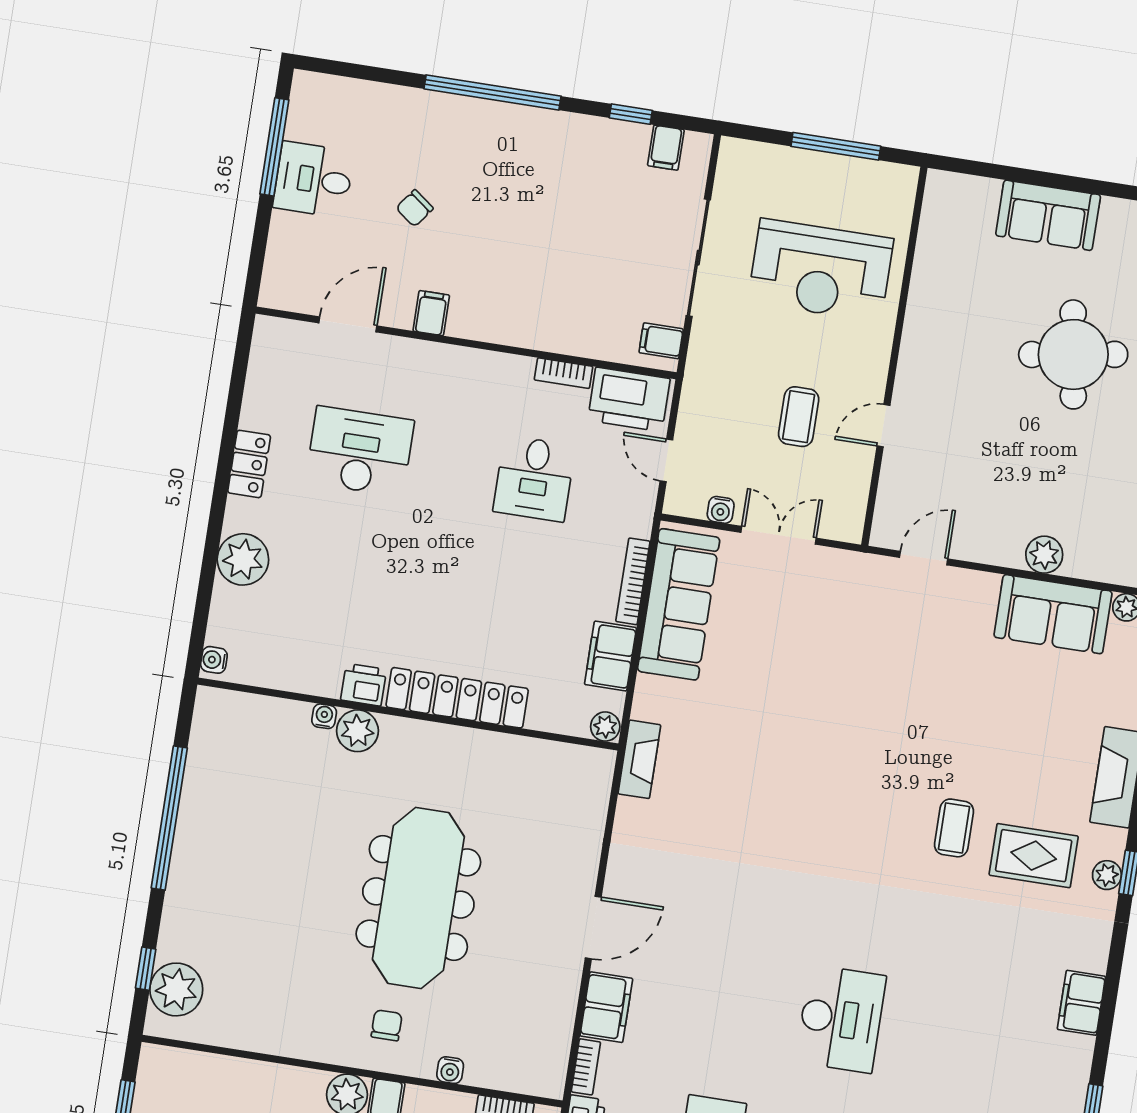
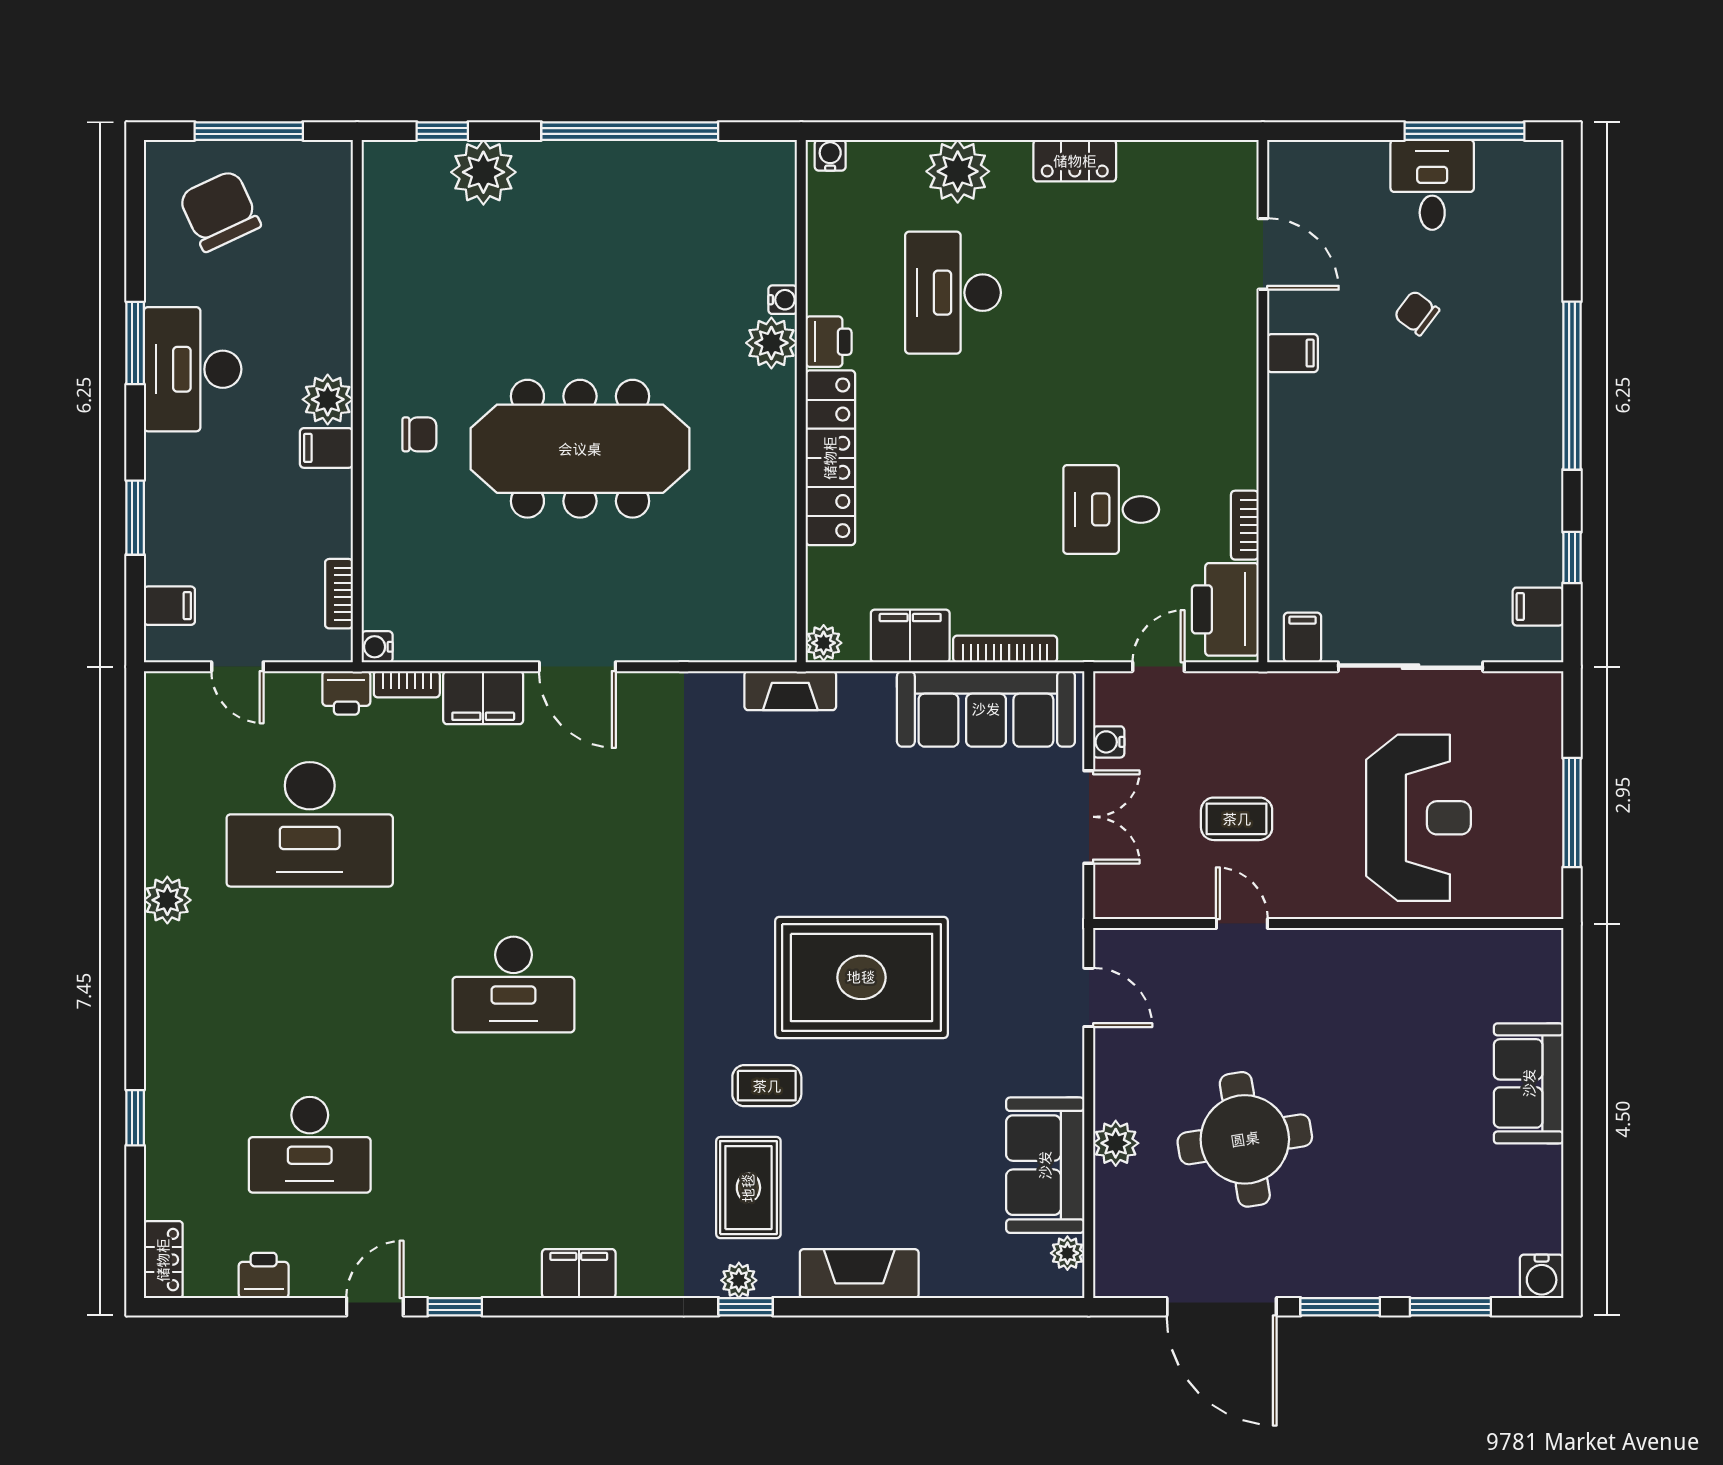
reception desk: (821, 270) -> (1419, 818), turned 180
round table: (1073, 354) -> (1245, 1139), moved
desk: (360, 451) -> (953, 293), moved, turned 180
rug: (879, 738) -> (861, 977), added
plant: (176, 989) -> (483, 172), moved
water cooler: (450, 1070) -> (377, 647), moved

